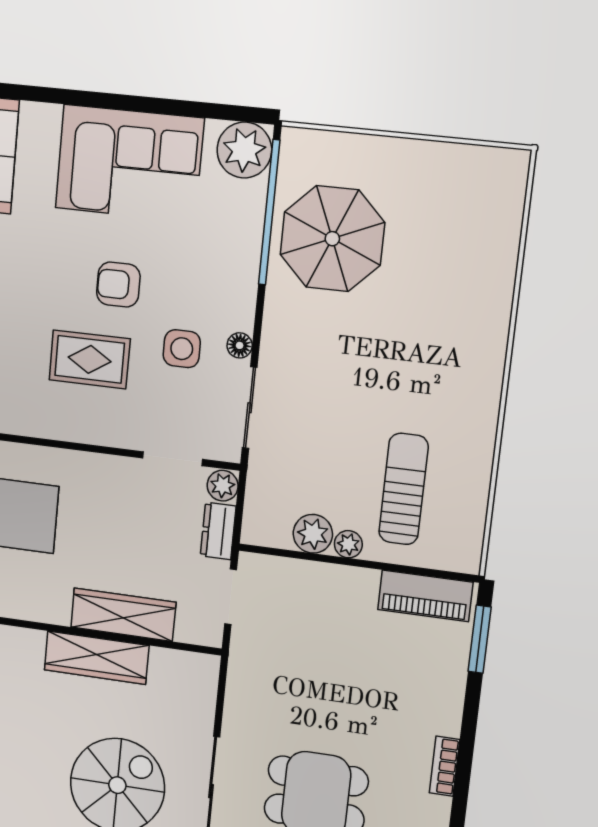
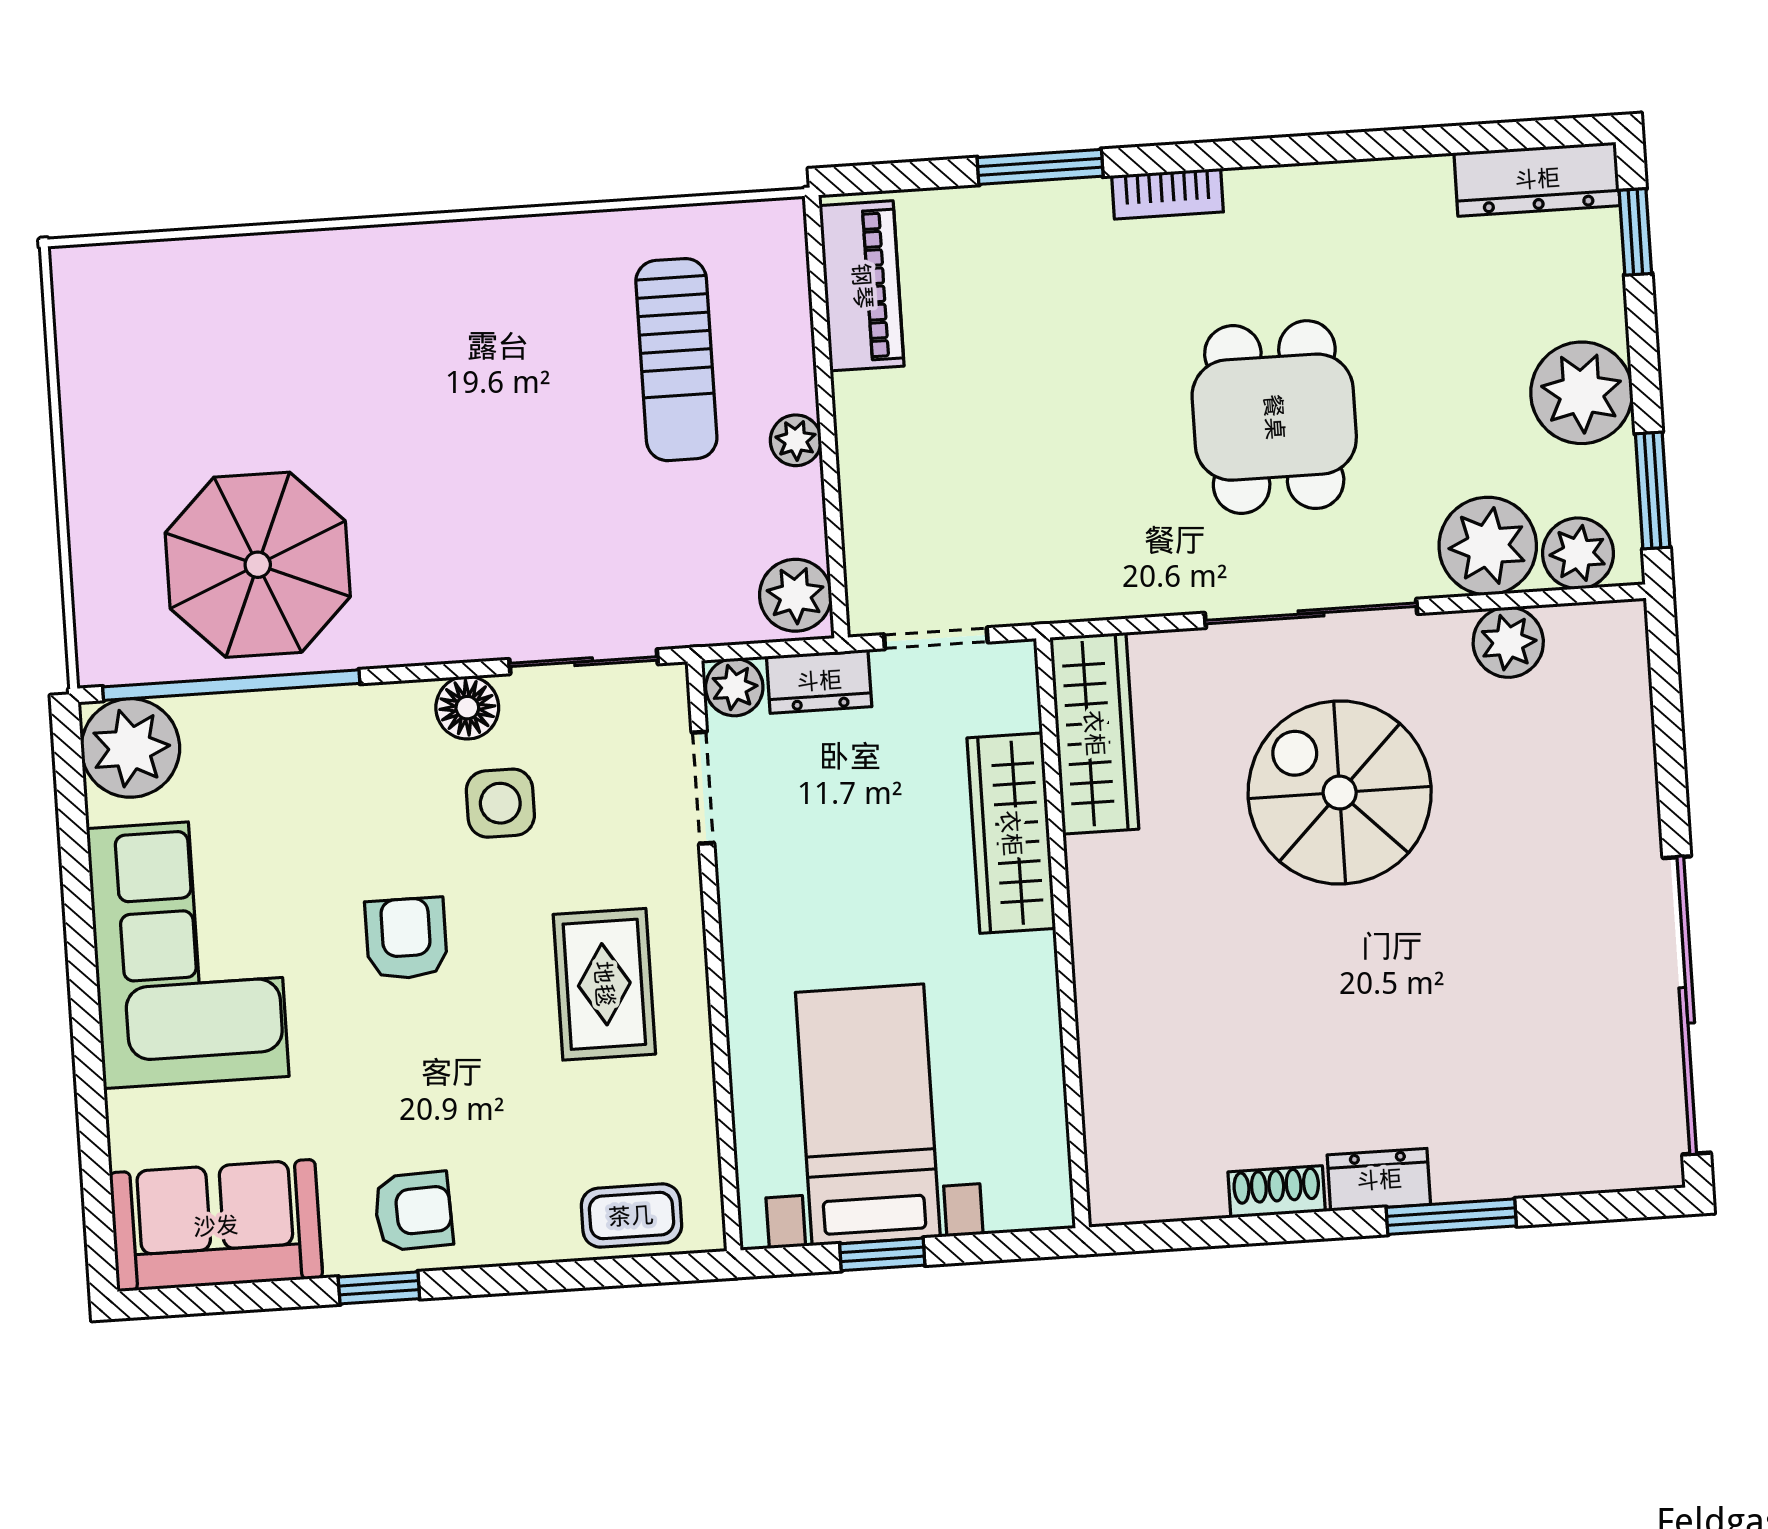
armchair: (118, 285) -> (406, 938), turned 180
floor lamp: (240, 345) -> (467, 708), width x1.37, depth x1.37
rug: (90, 359) -> (604, 984), moved
sun lounger: (404, 489) -> (676, 360), turned -90
plant: (313, 534) -> (795, 595), moved
window: (480, 639) -> (1040, 167), moved
wardrobe: (96, 658) -> (1094, 733), moved

